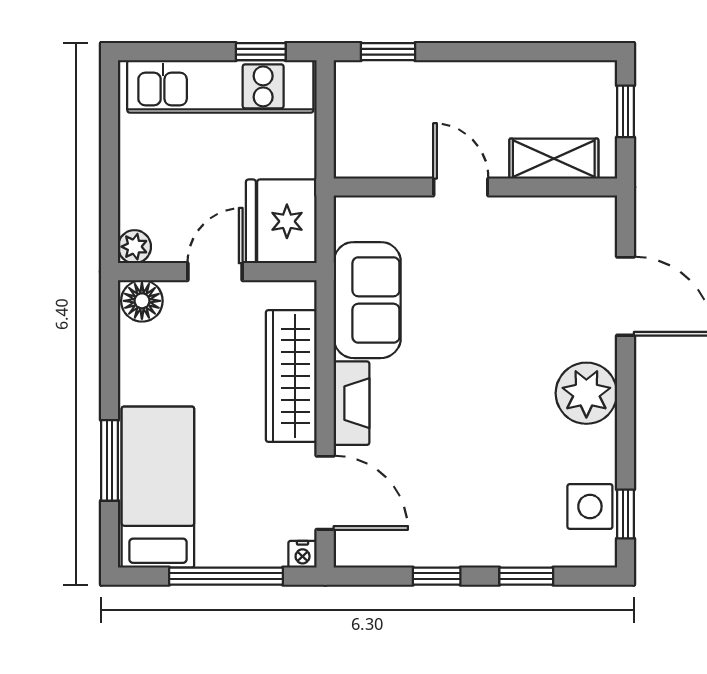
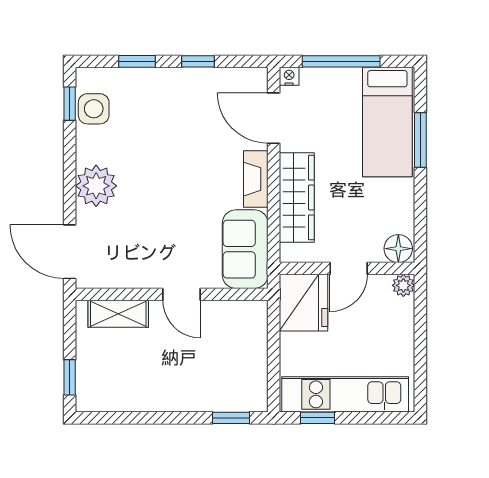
shelving: (554, 159) -> (118, 314), moved
door: (461, 187) -> (181, 294), moved
wall: (475, 187) -> (172, 294), moved

